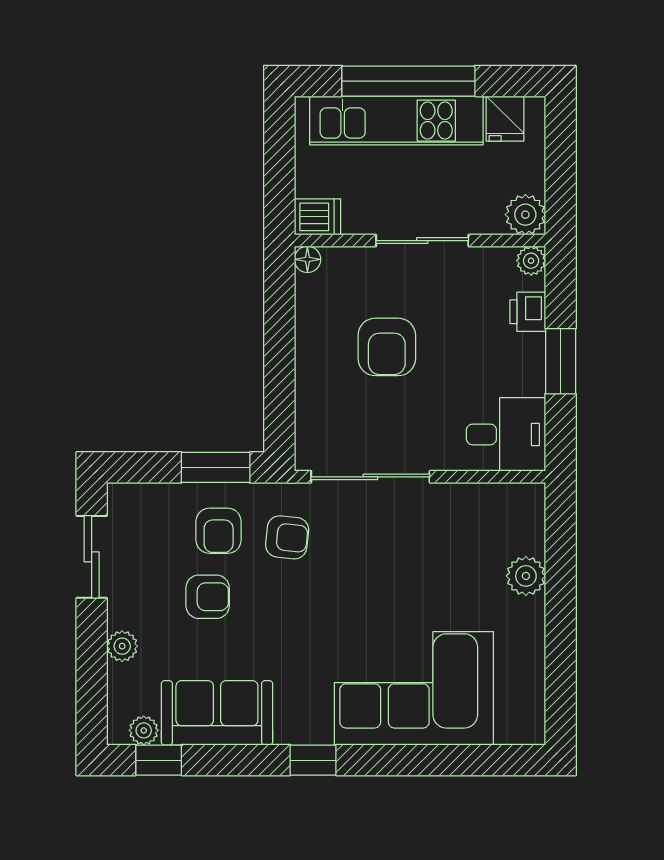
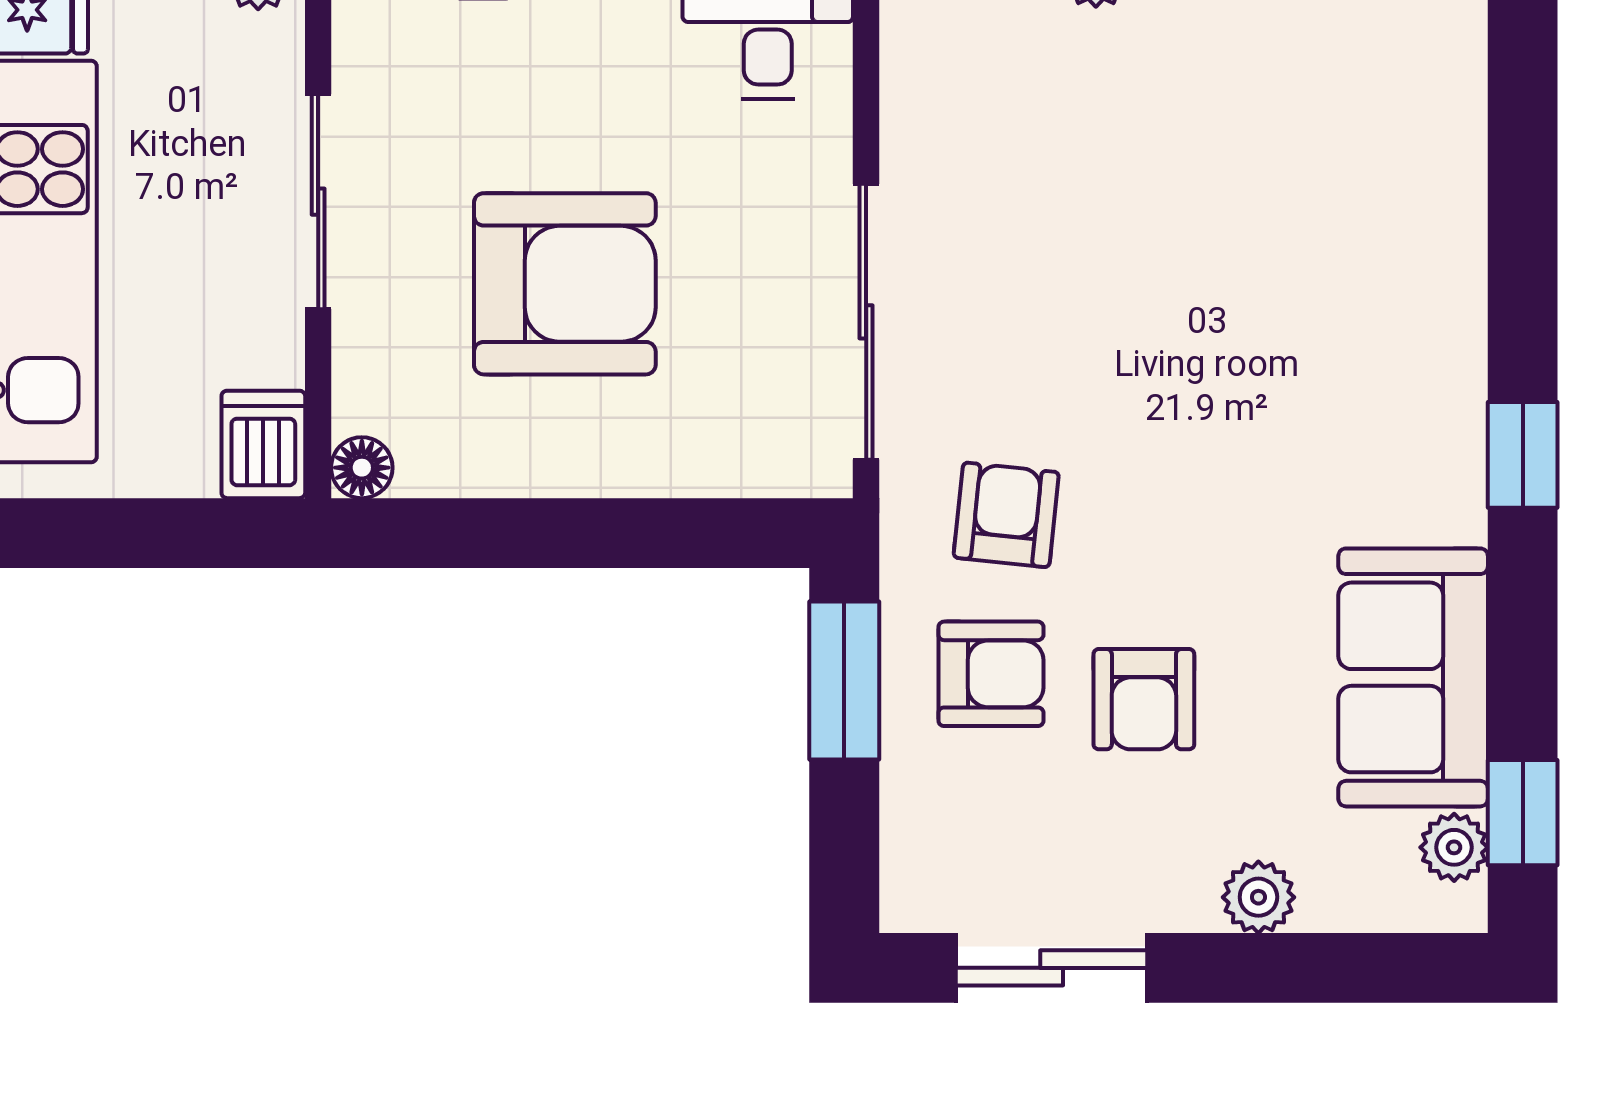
armchair: (387, 347) -> (565, 284), width x1.36, depth x1.36
armchair: (208, 597) -> (1144, 699), turned 180
corner sofa: (414, 688) -> (1356, 221), removed

